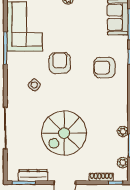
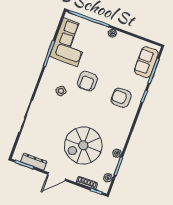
armchair: (60, 63) -> (87, 81), turned 180
spiral stairs: (64, 133) -> (83, 145), moved

